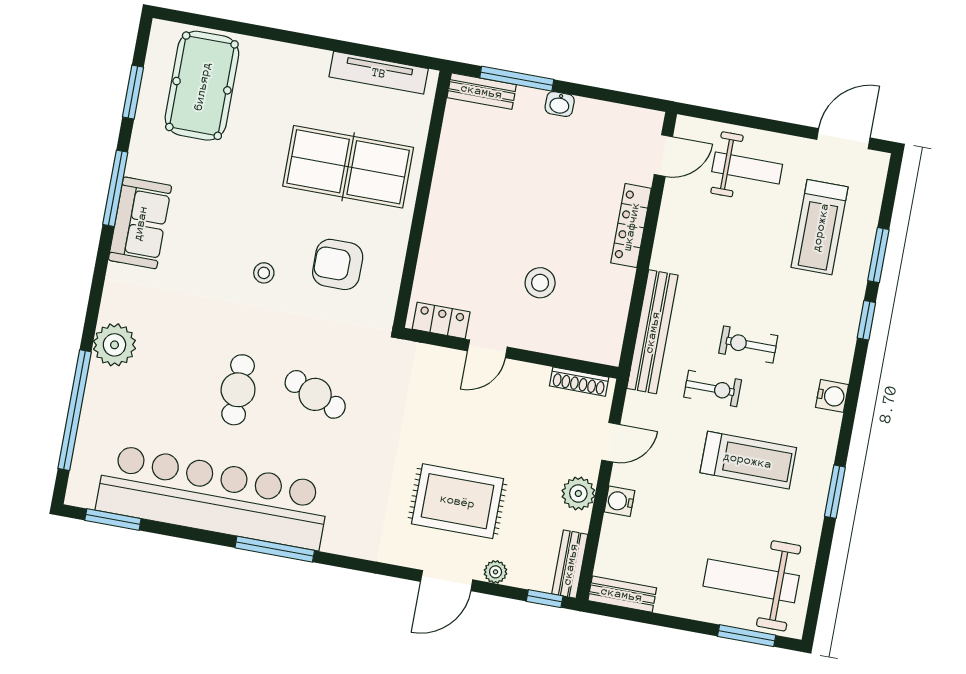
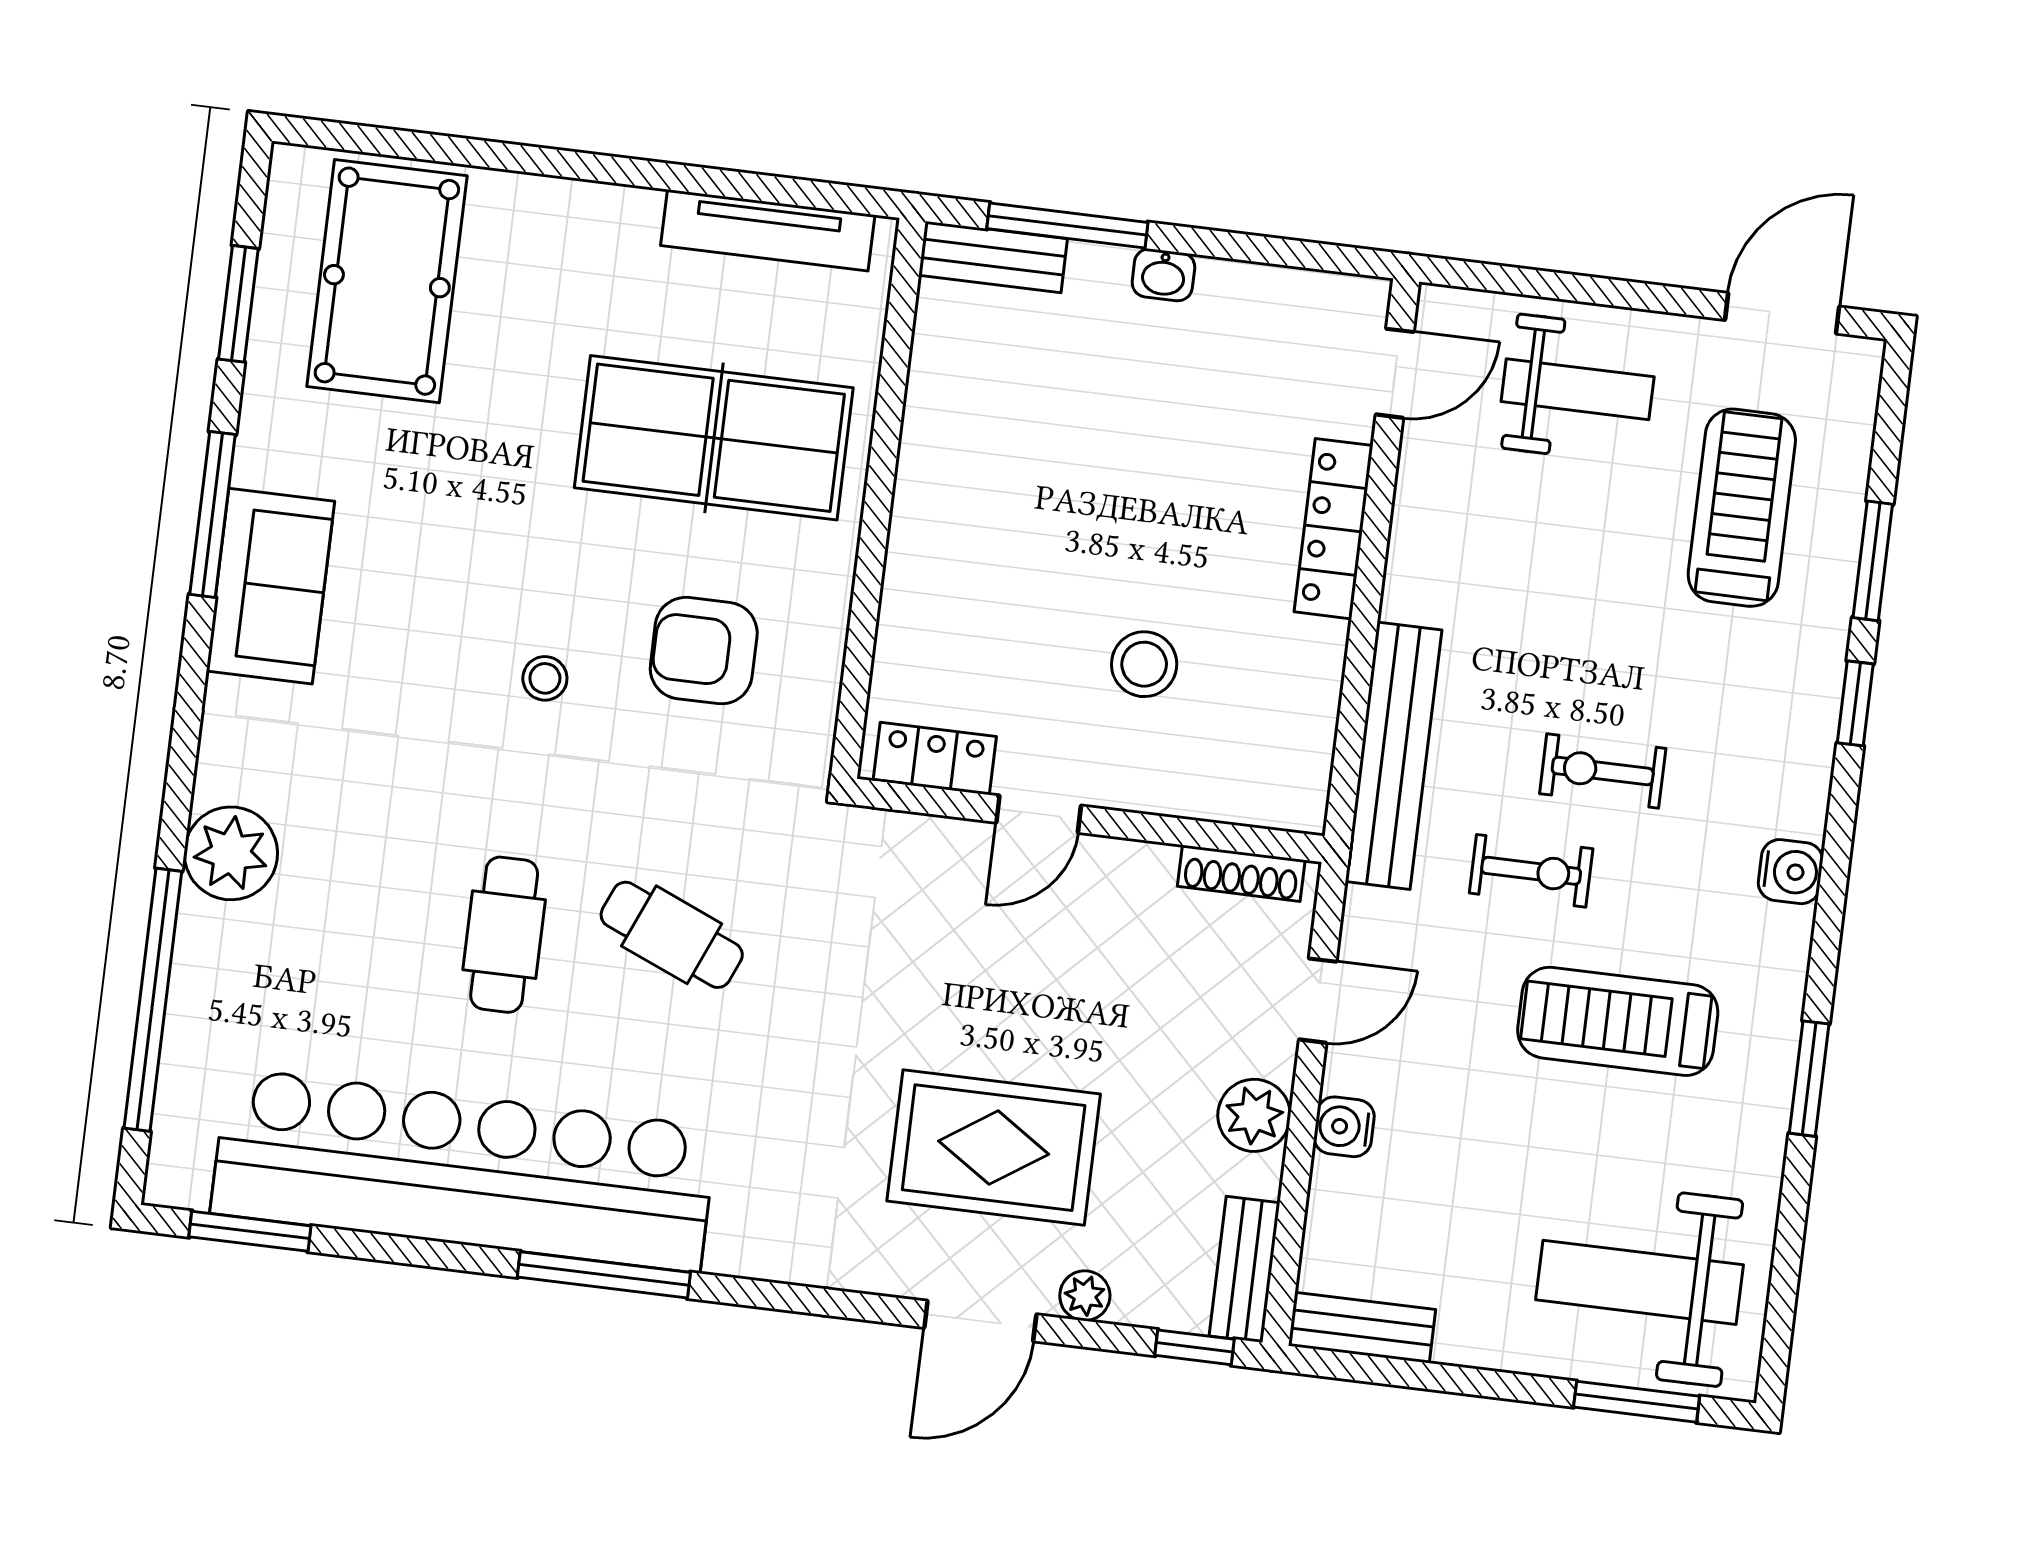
treadmill: (820, 227) -> (1742, 508), turned 180
treadmill: (748, 460) -> (1618, 1021), turned 180

